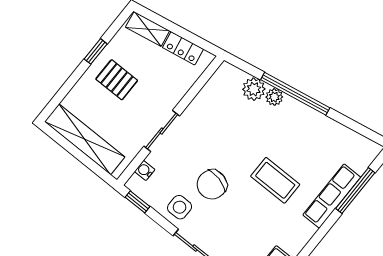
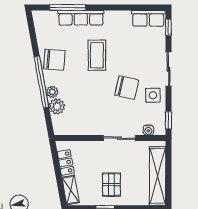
chair: (309, 128) -> (54, 60), added

